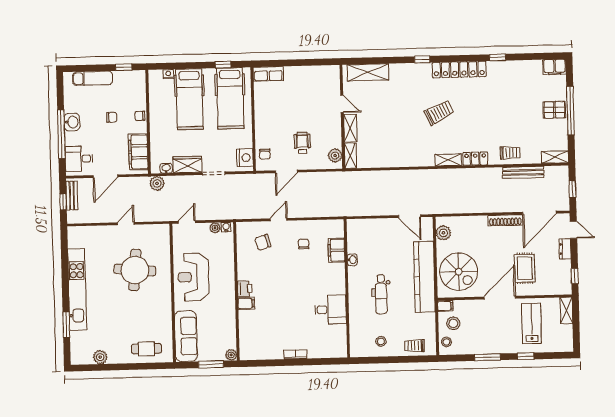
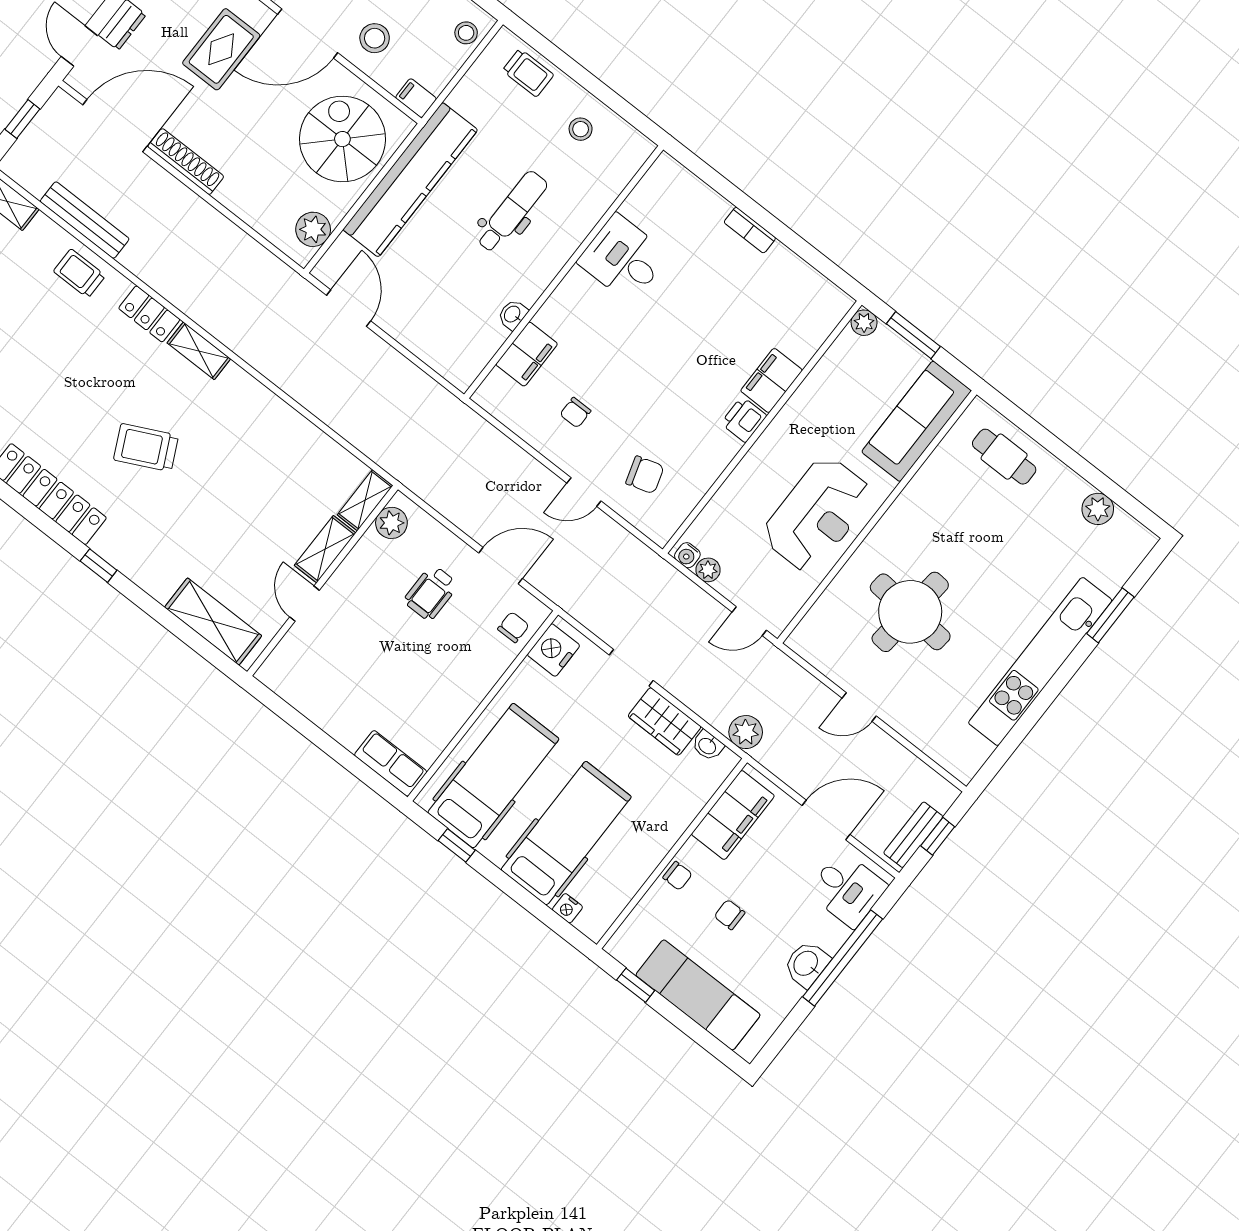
exam couch: (93, 78) -> (698, 995), width x1.36, depth x1.45
filing cabinet: (246, 303) -> (771, 380), width x2.00
stool: (453, 323) -> (375, 38), moved

